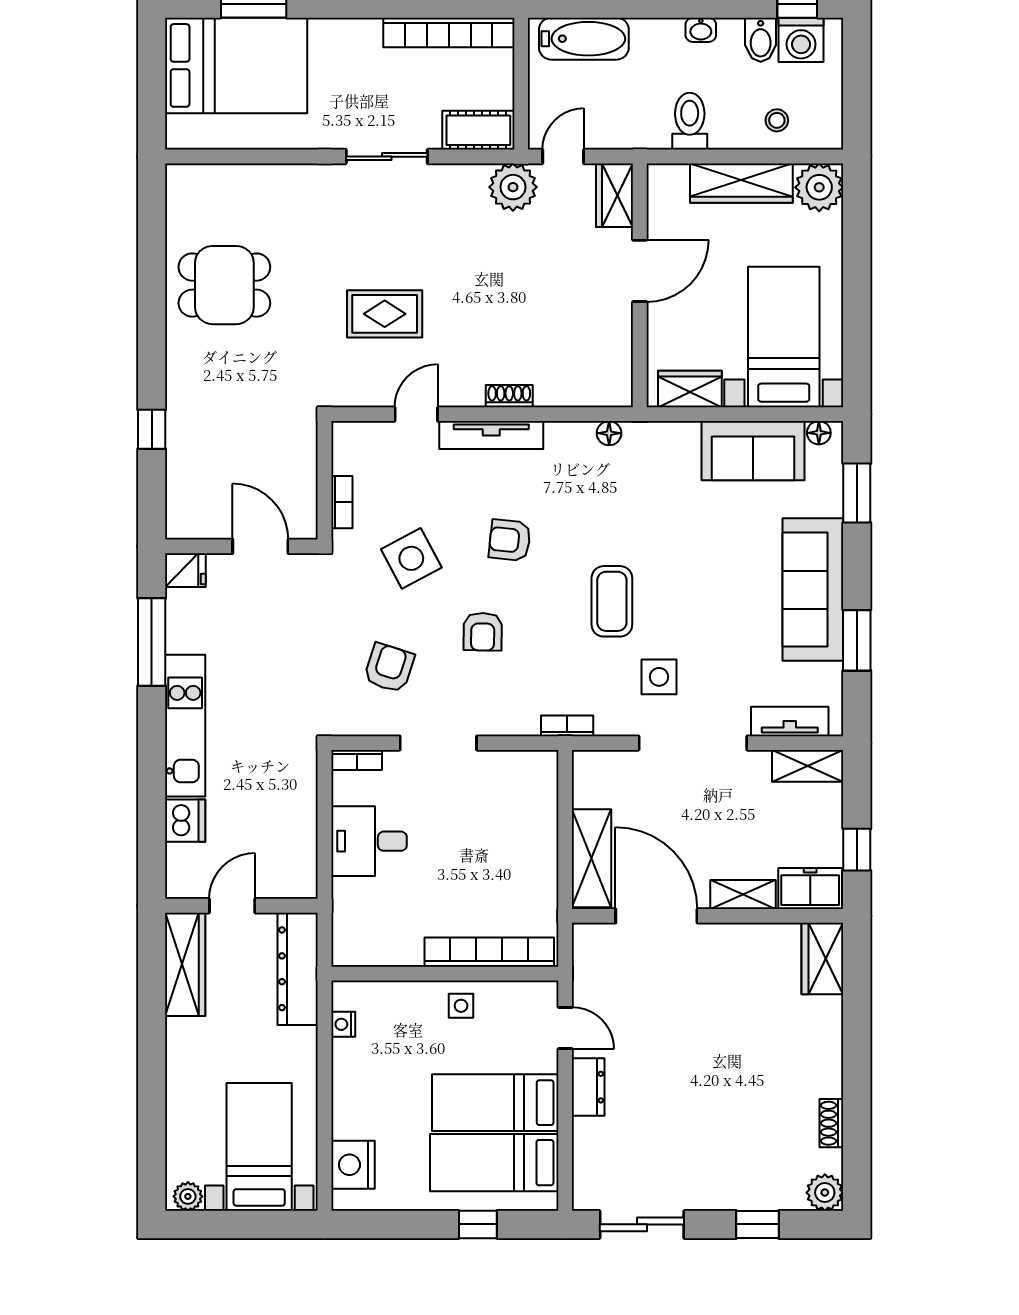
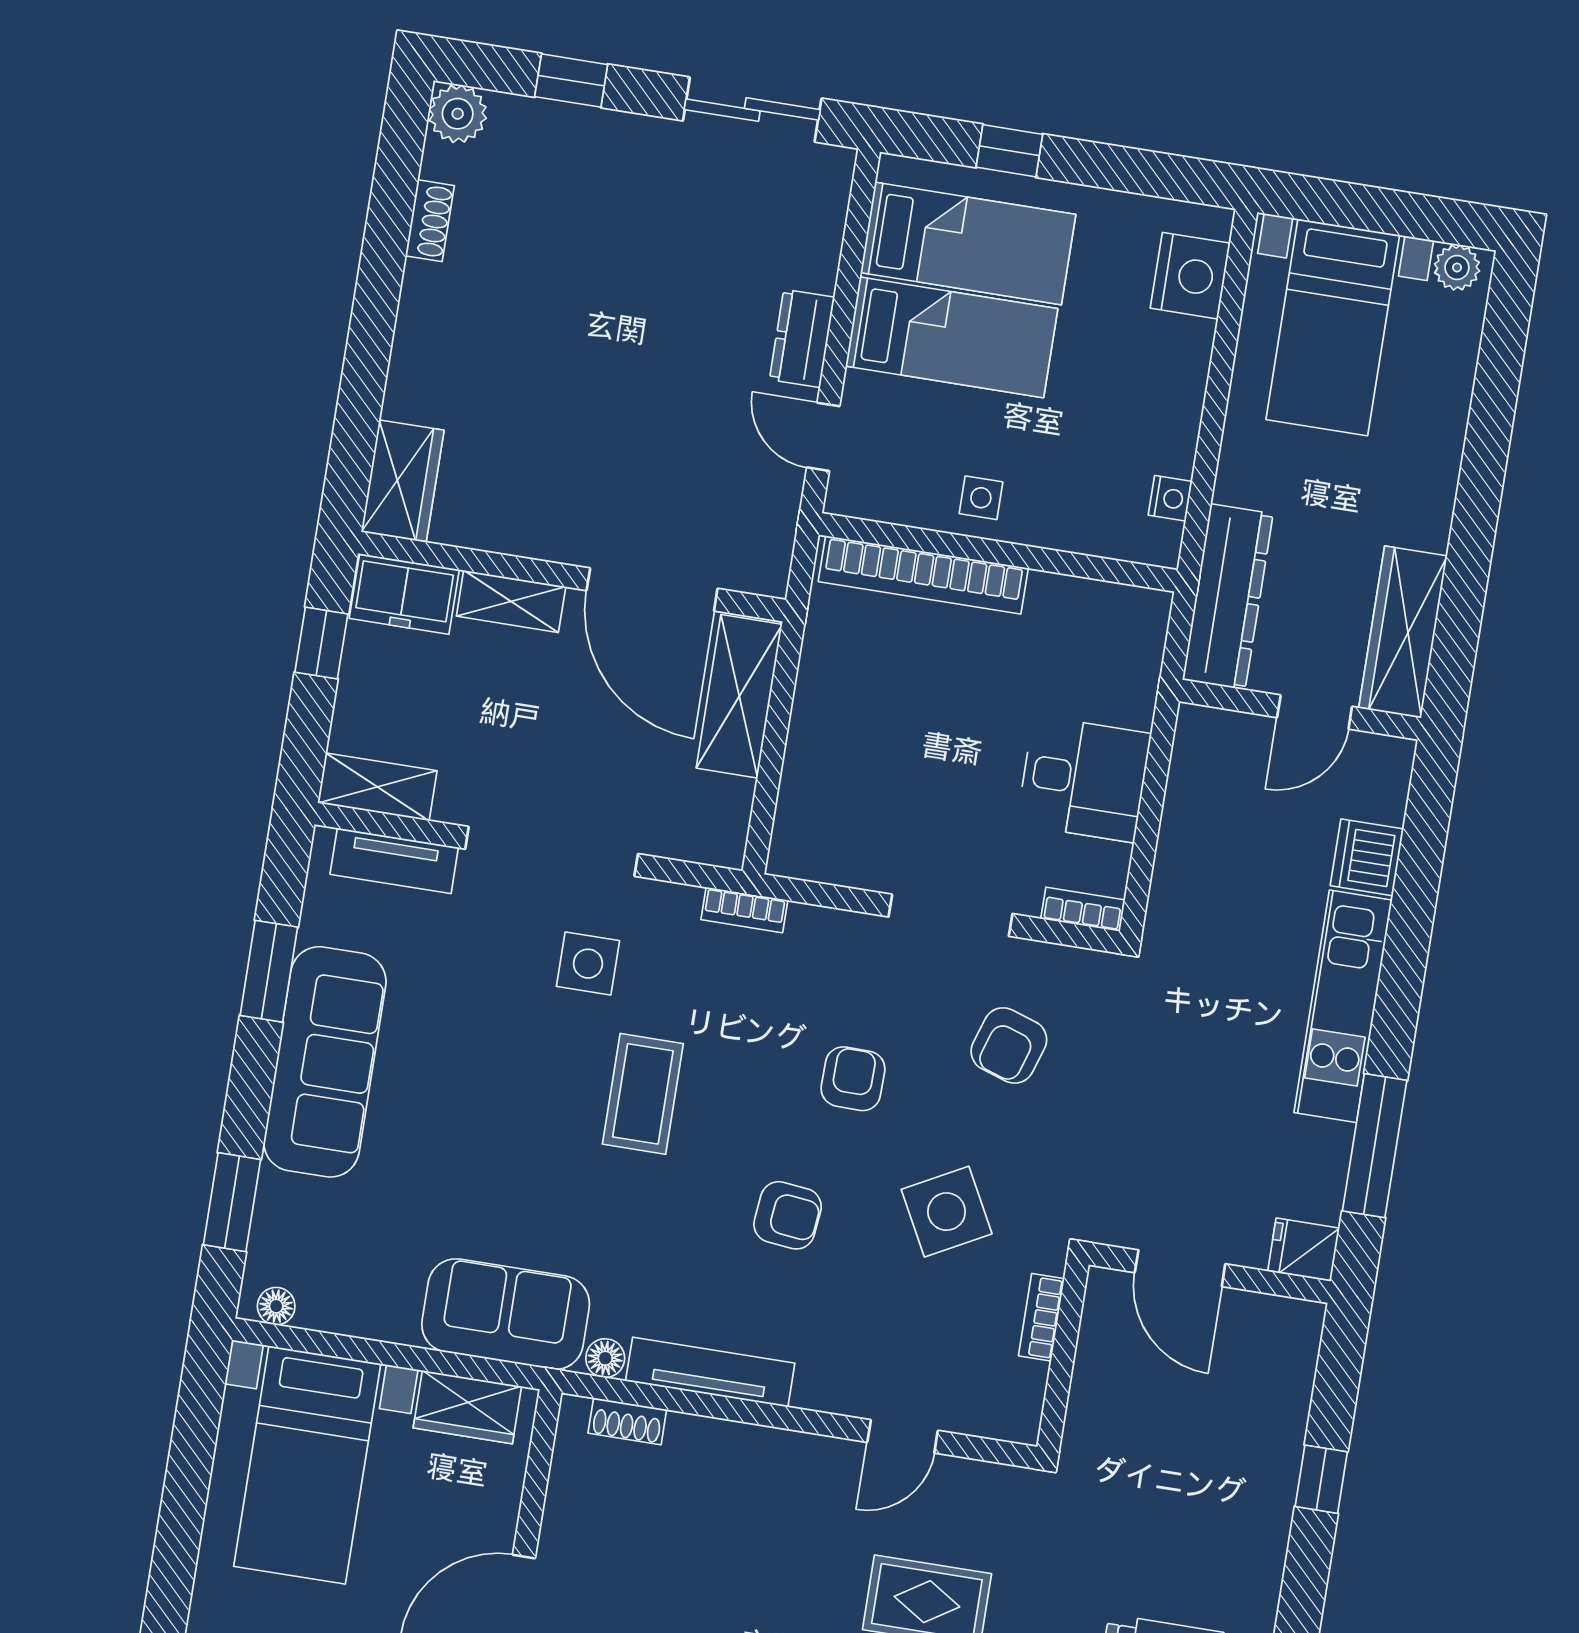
shoe rack: (509, 396) -> (627, 1421), moved
tv unit: (491, 435) -> (710, 1372), moved
sofa: (753, 451) -> (506, 1314), moved

